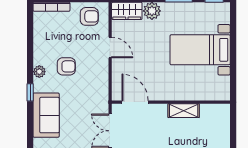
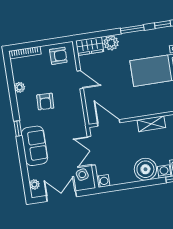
armchair: (66, 66) -> (45, 102), turned 92
plant: (39, 72) -> (20, 87), moved

